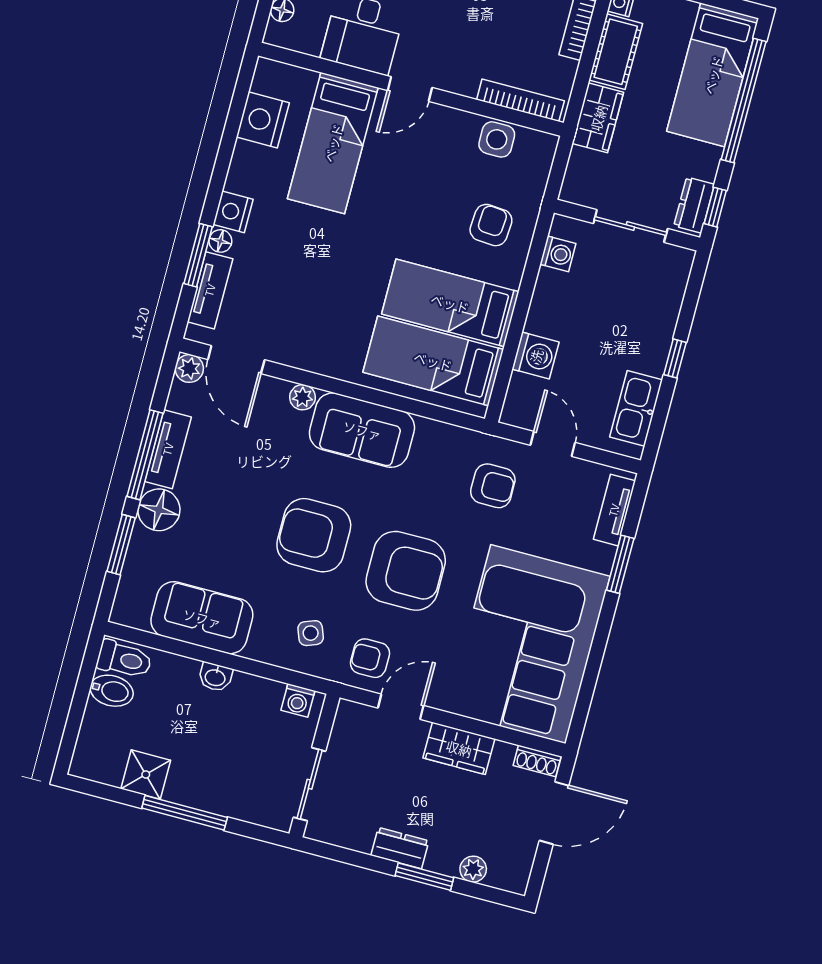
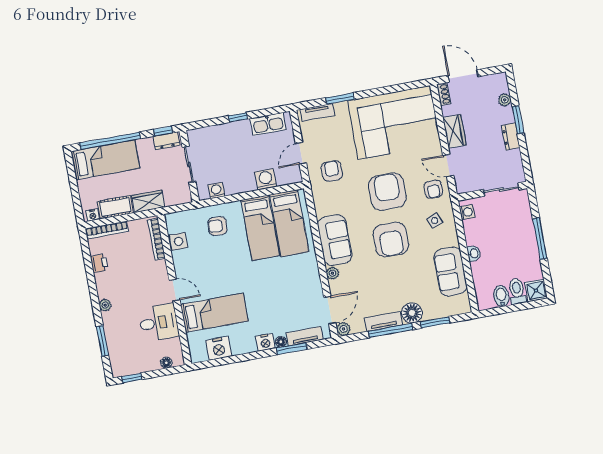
toilet: (124, 659) -> (517, 291), moved
shower: (146, 775) -> (536, 290), moved

